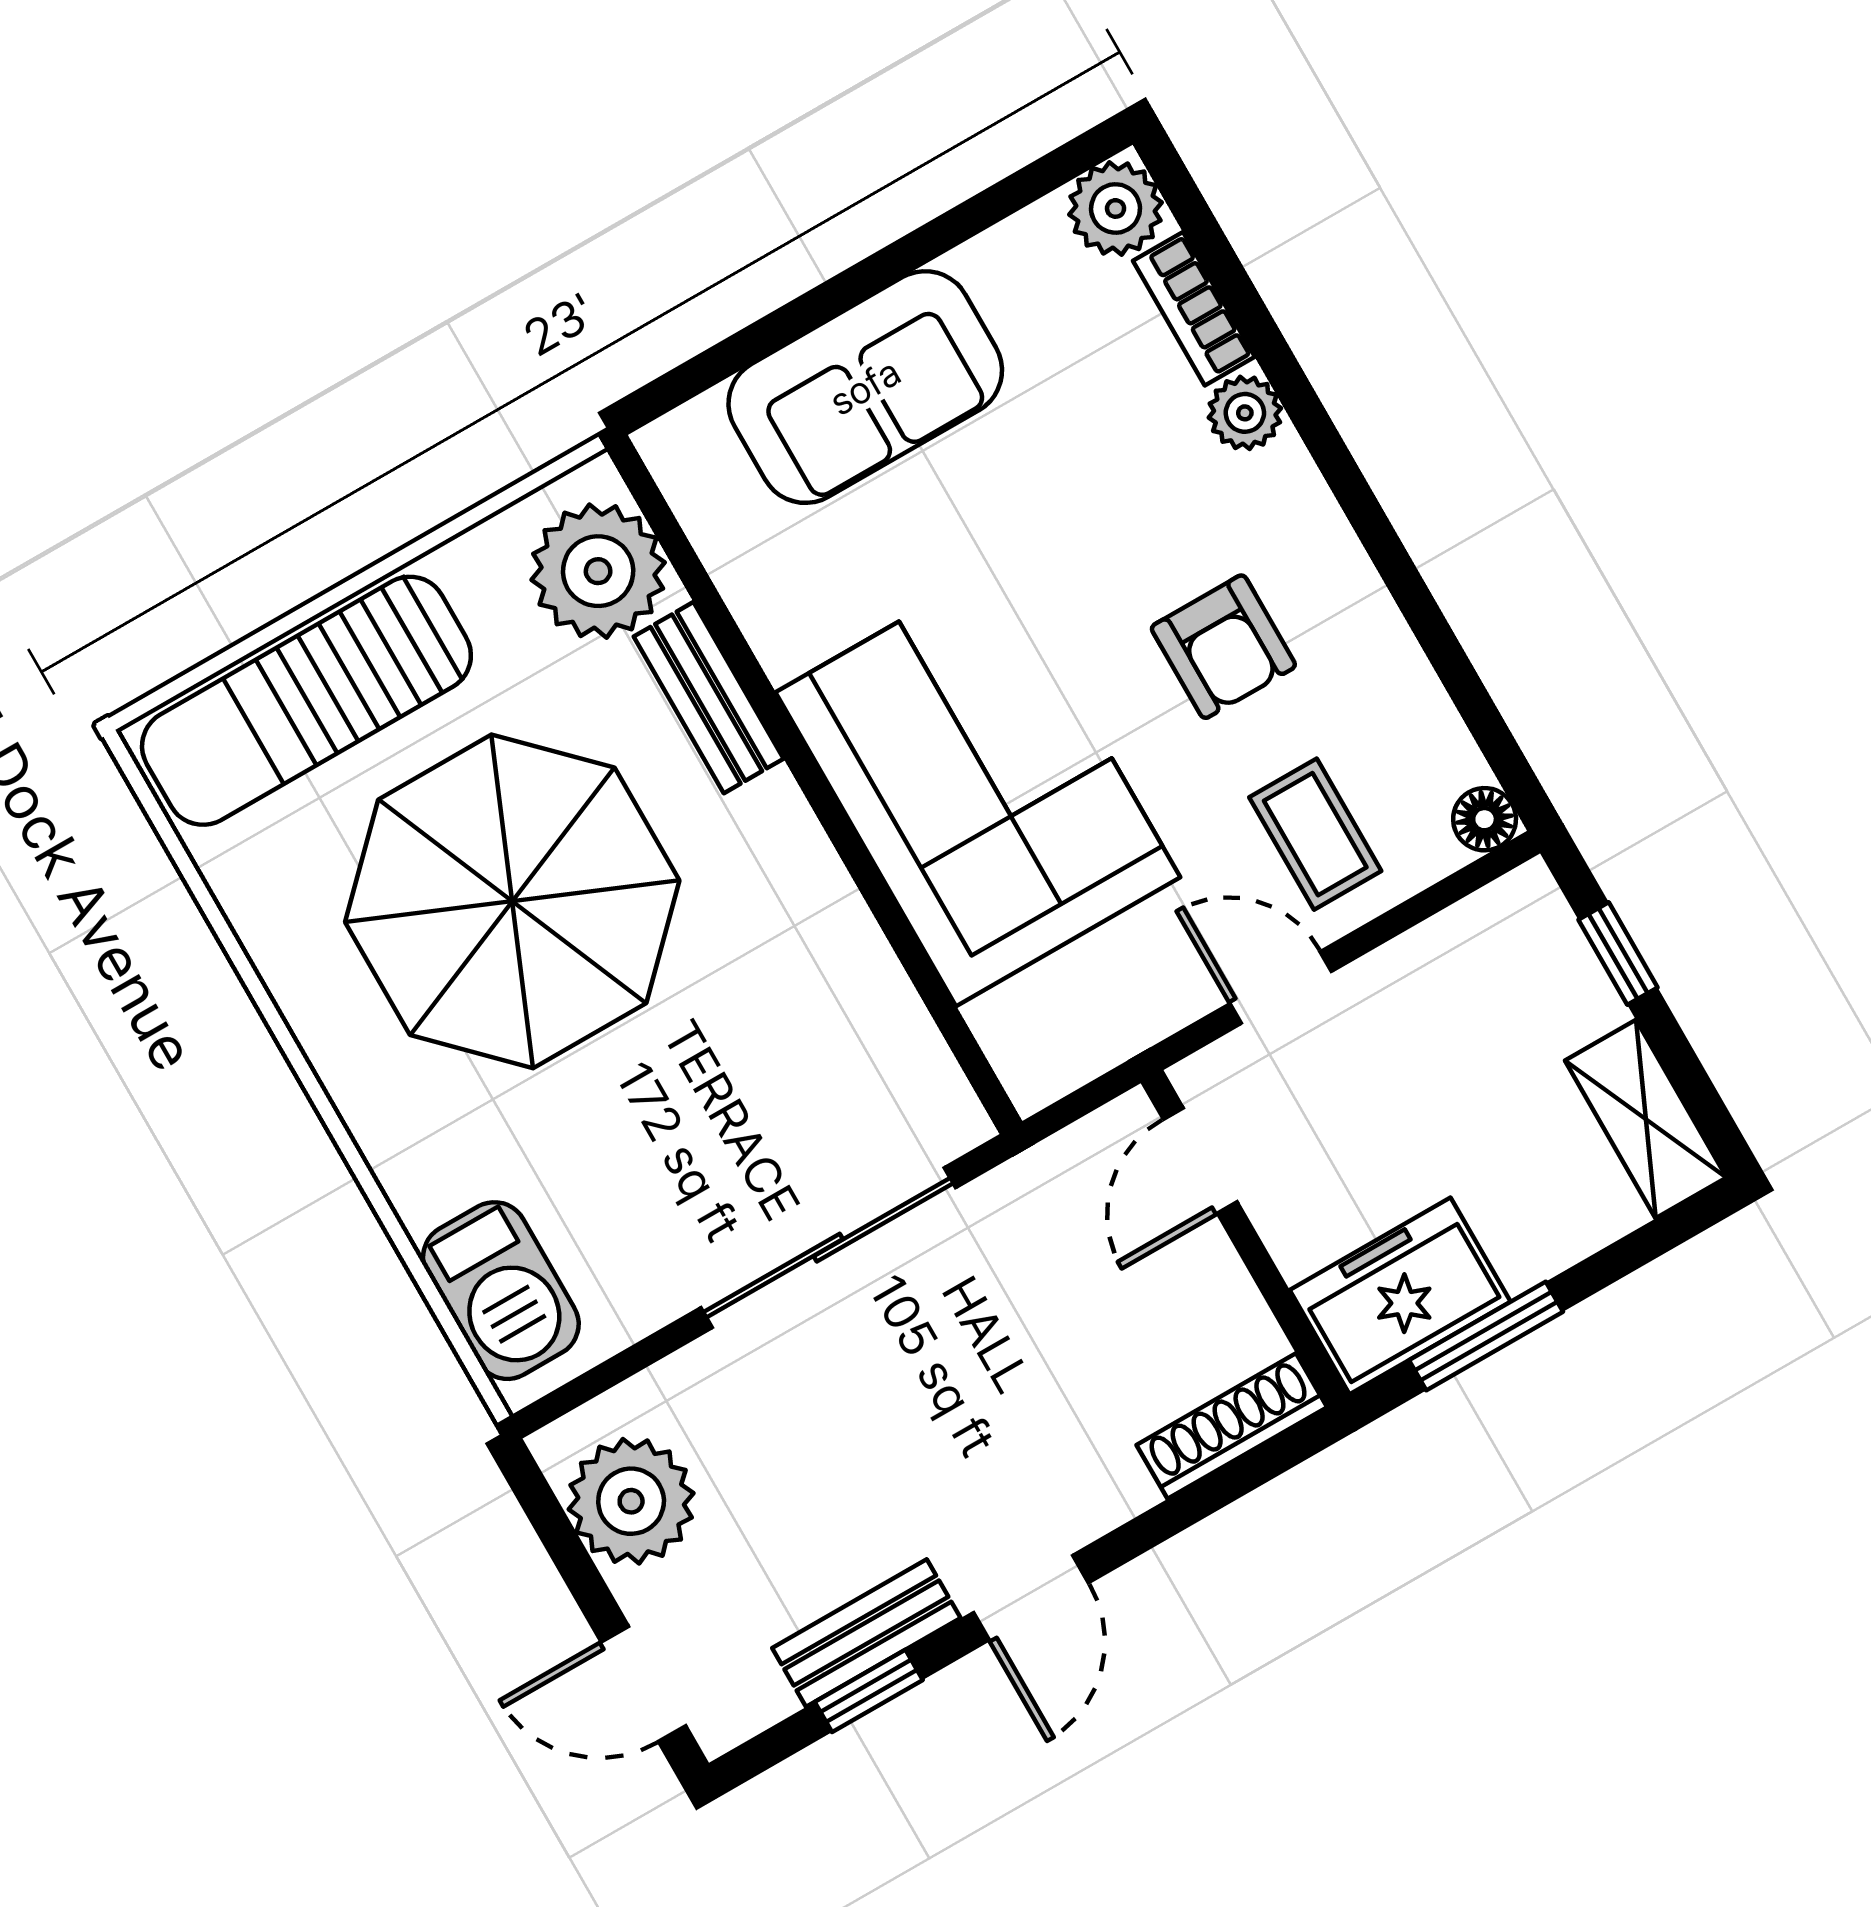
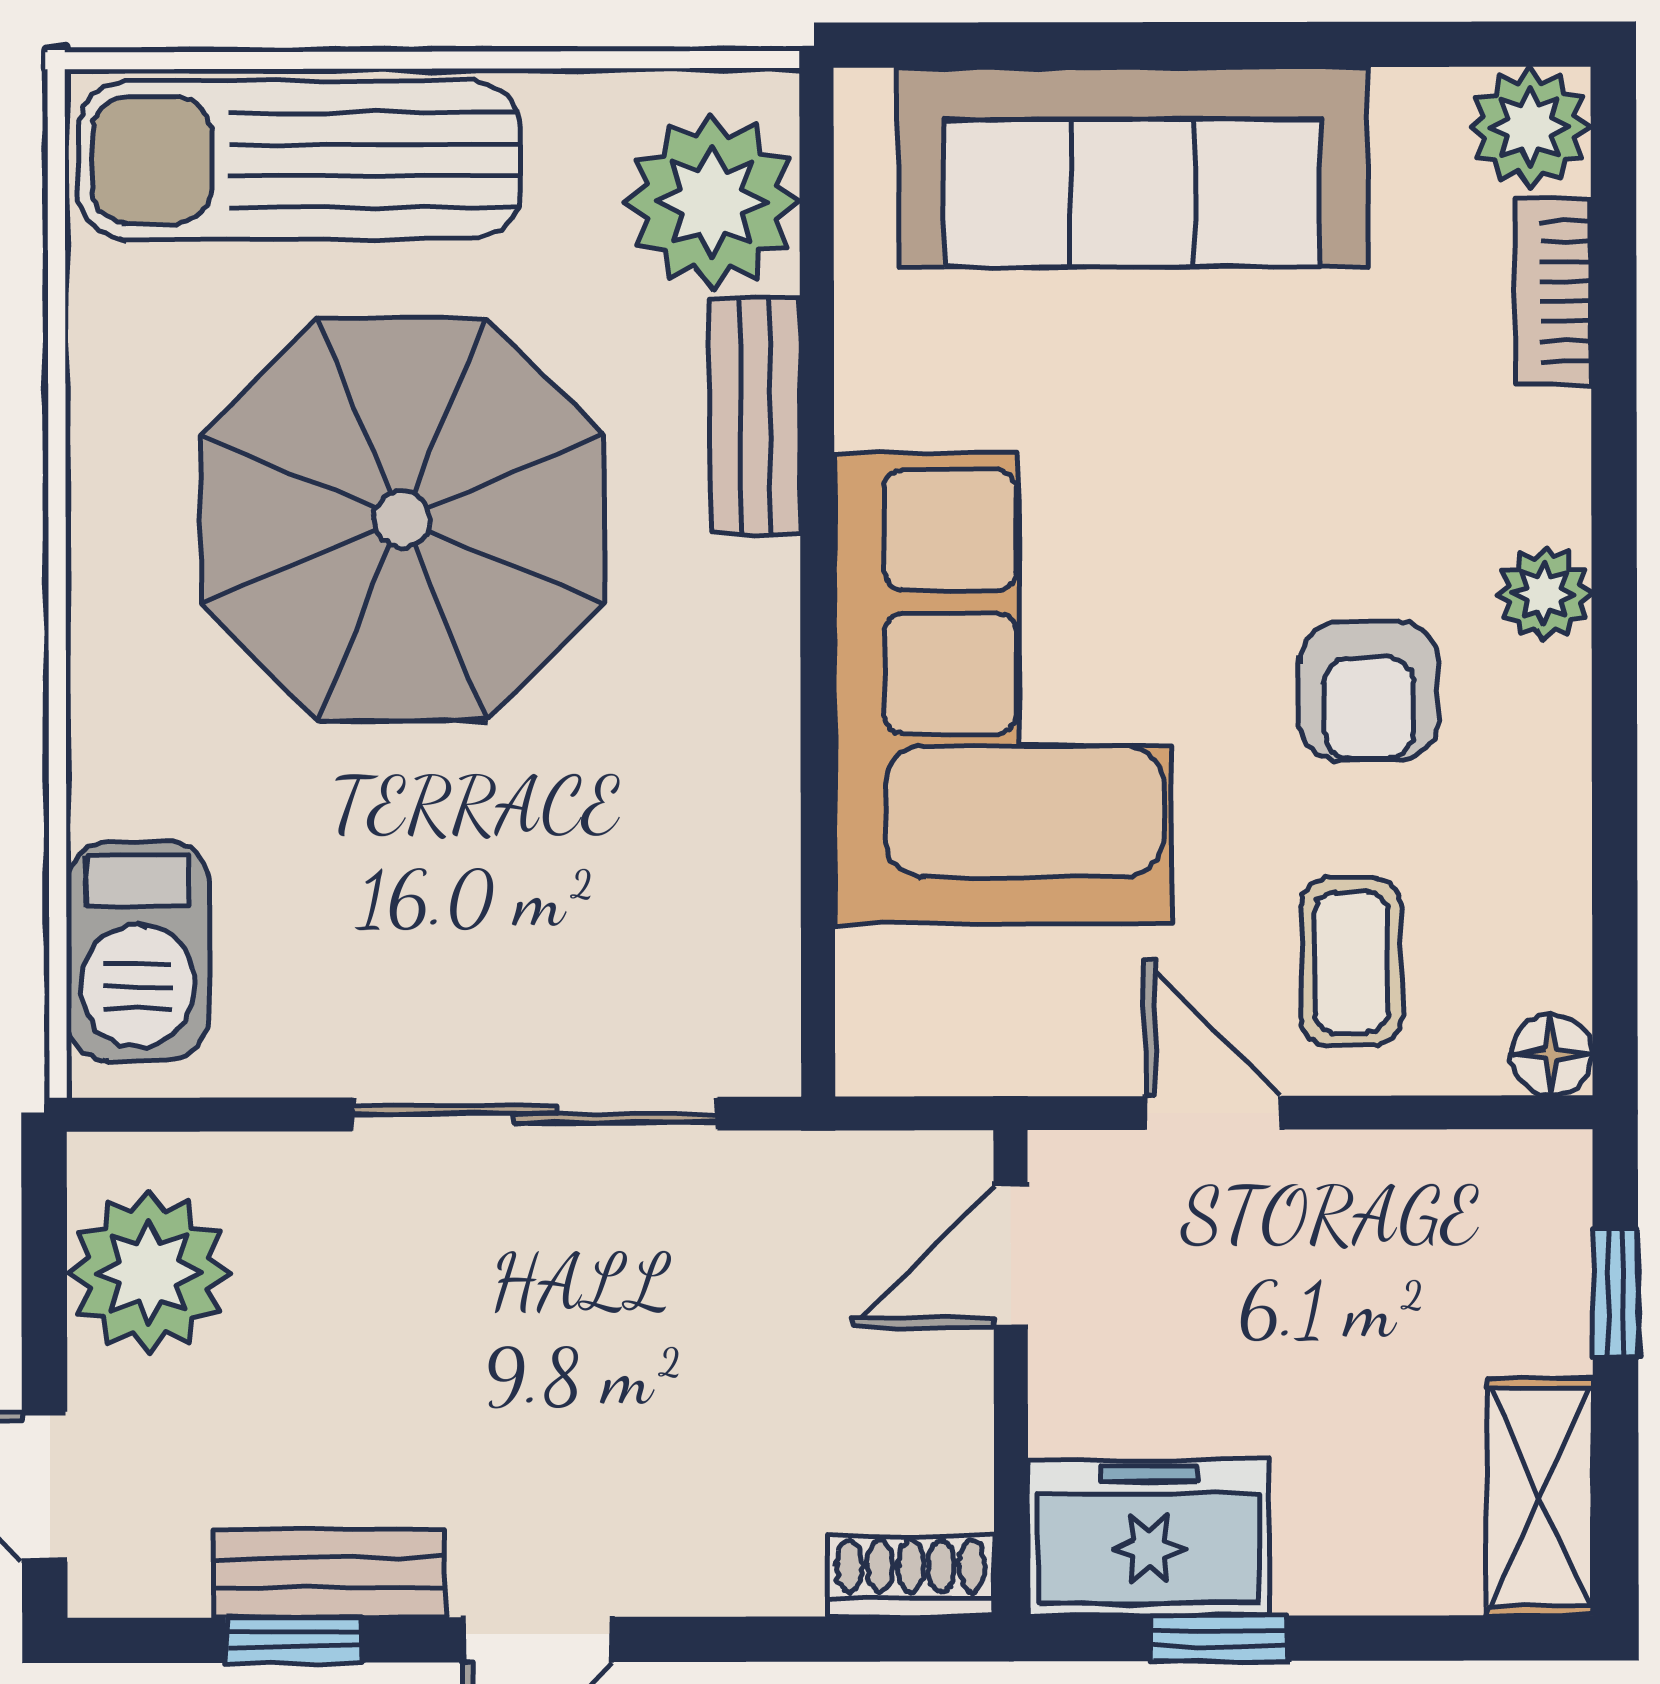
sofa: (865, 387) -> (1132, 167), width x1.36
plant: (1245, 413) -> (1544, 594), moved
window: (1486, 1336) -> (1220, 1638), width x0.67
shoe rack: (1232, 1426) -> (911, 1576), width x0.70

